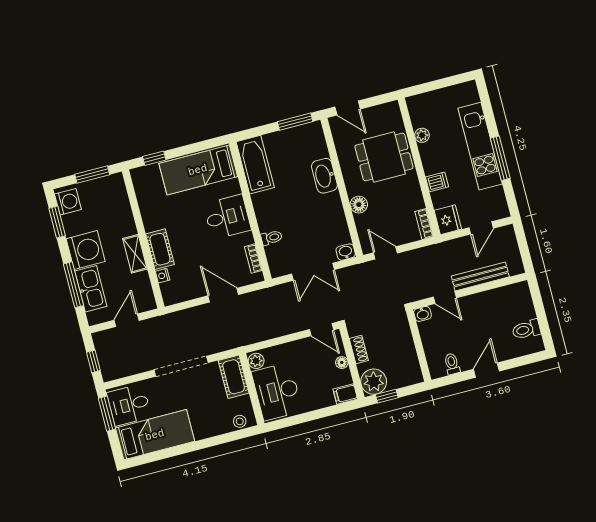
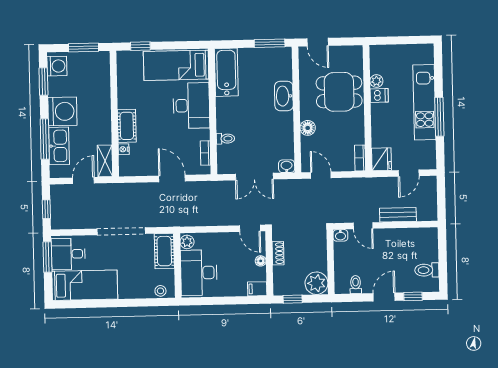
dishwasher: (437, 182) -> (379, 95), moved
desk: (227, 217) -> (191, 106), width x1.37
shelving: (135, 254) -> (105, 161), moved
bench: (480, 276) -> (398, 215), width x0.73
window: (518, 362) -> (413, 296), added
plant: (374, 382) -> (316, 283), moved

